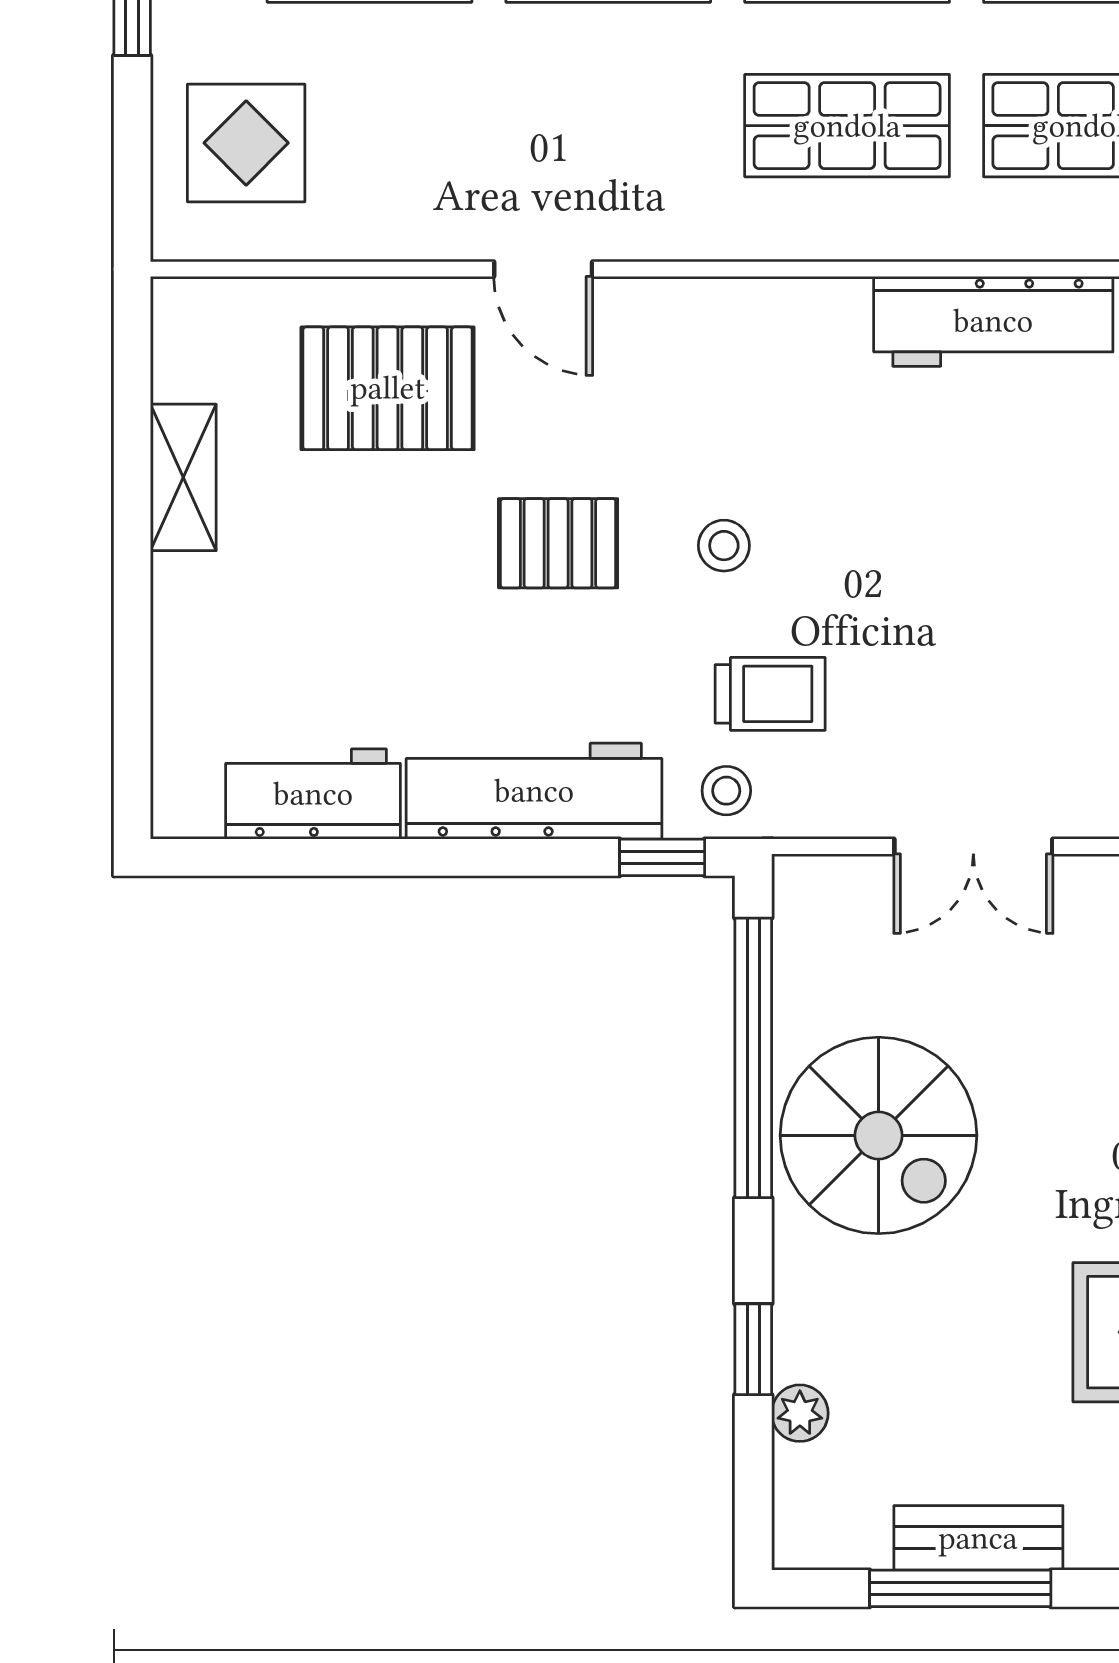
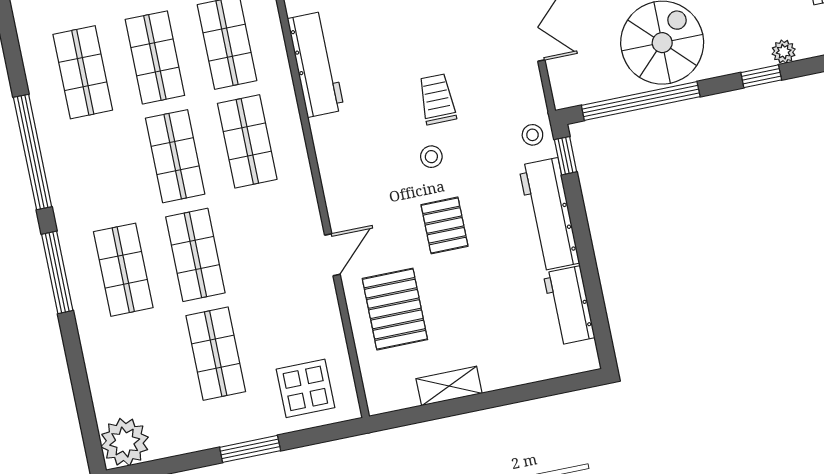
trolley: (770, 694) -> (437, 99), moved

